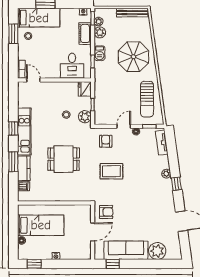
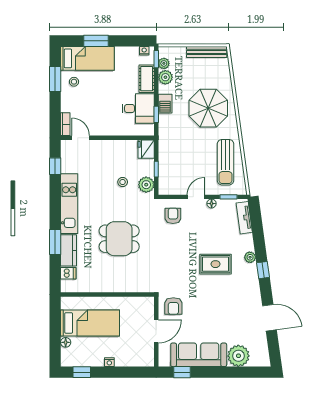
desk: (72, 66) -> (138, 108), moved, turned -90
window: (13, 128) -> (55, 166), moved
rug: (111, 171) -> (215, 264), moved
armchair: (106, 212) -> (173, 306), turned 90

